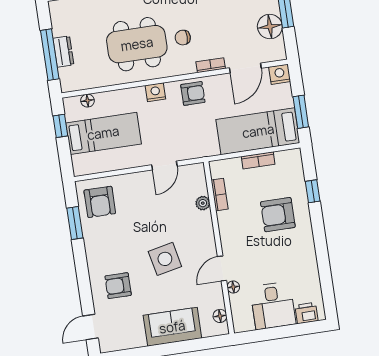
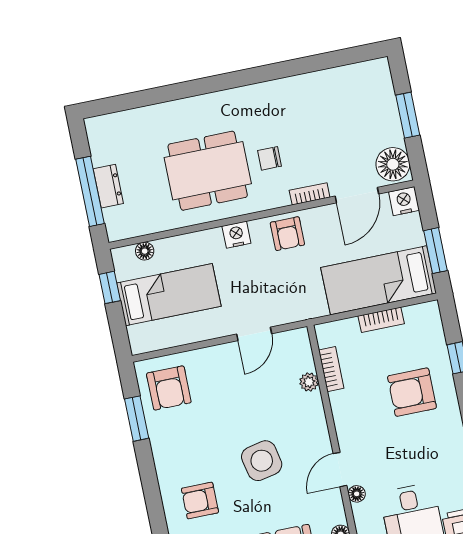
floor lamp: (270, 26) -> (393, 164), moved
armchair: (193, 93) -> (287, 234), turned 90

